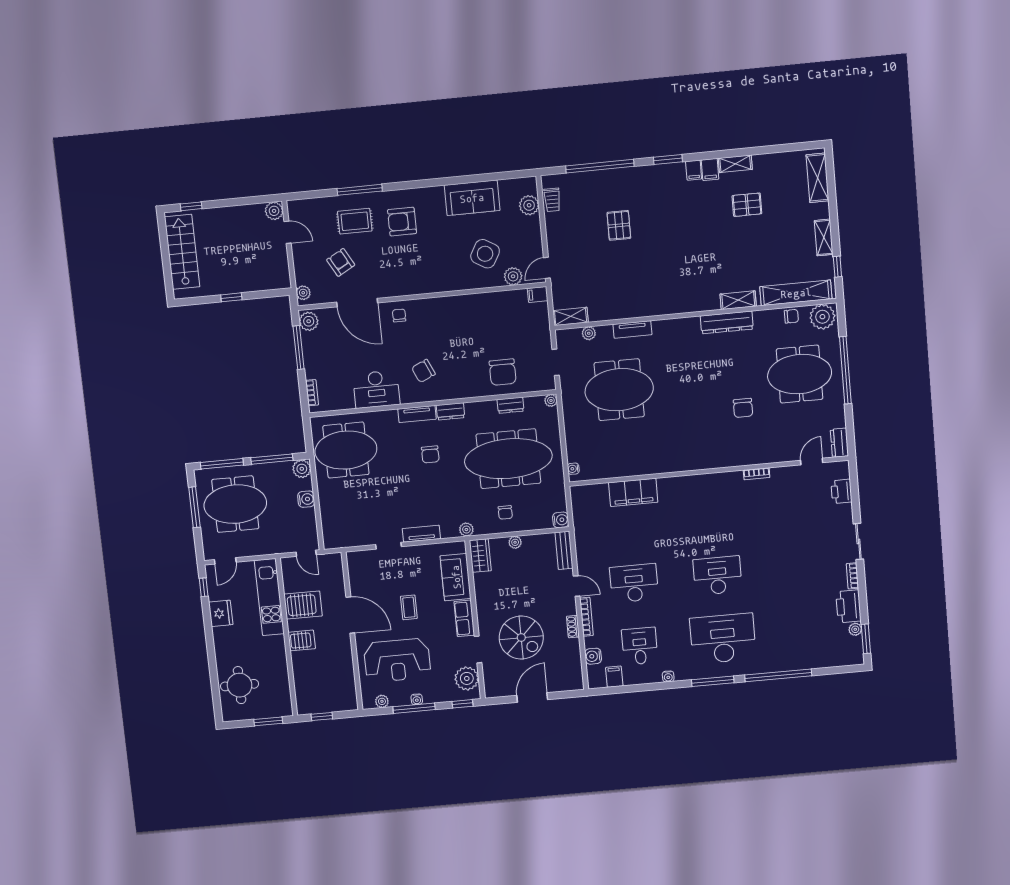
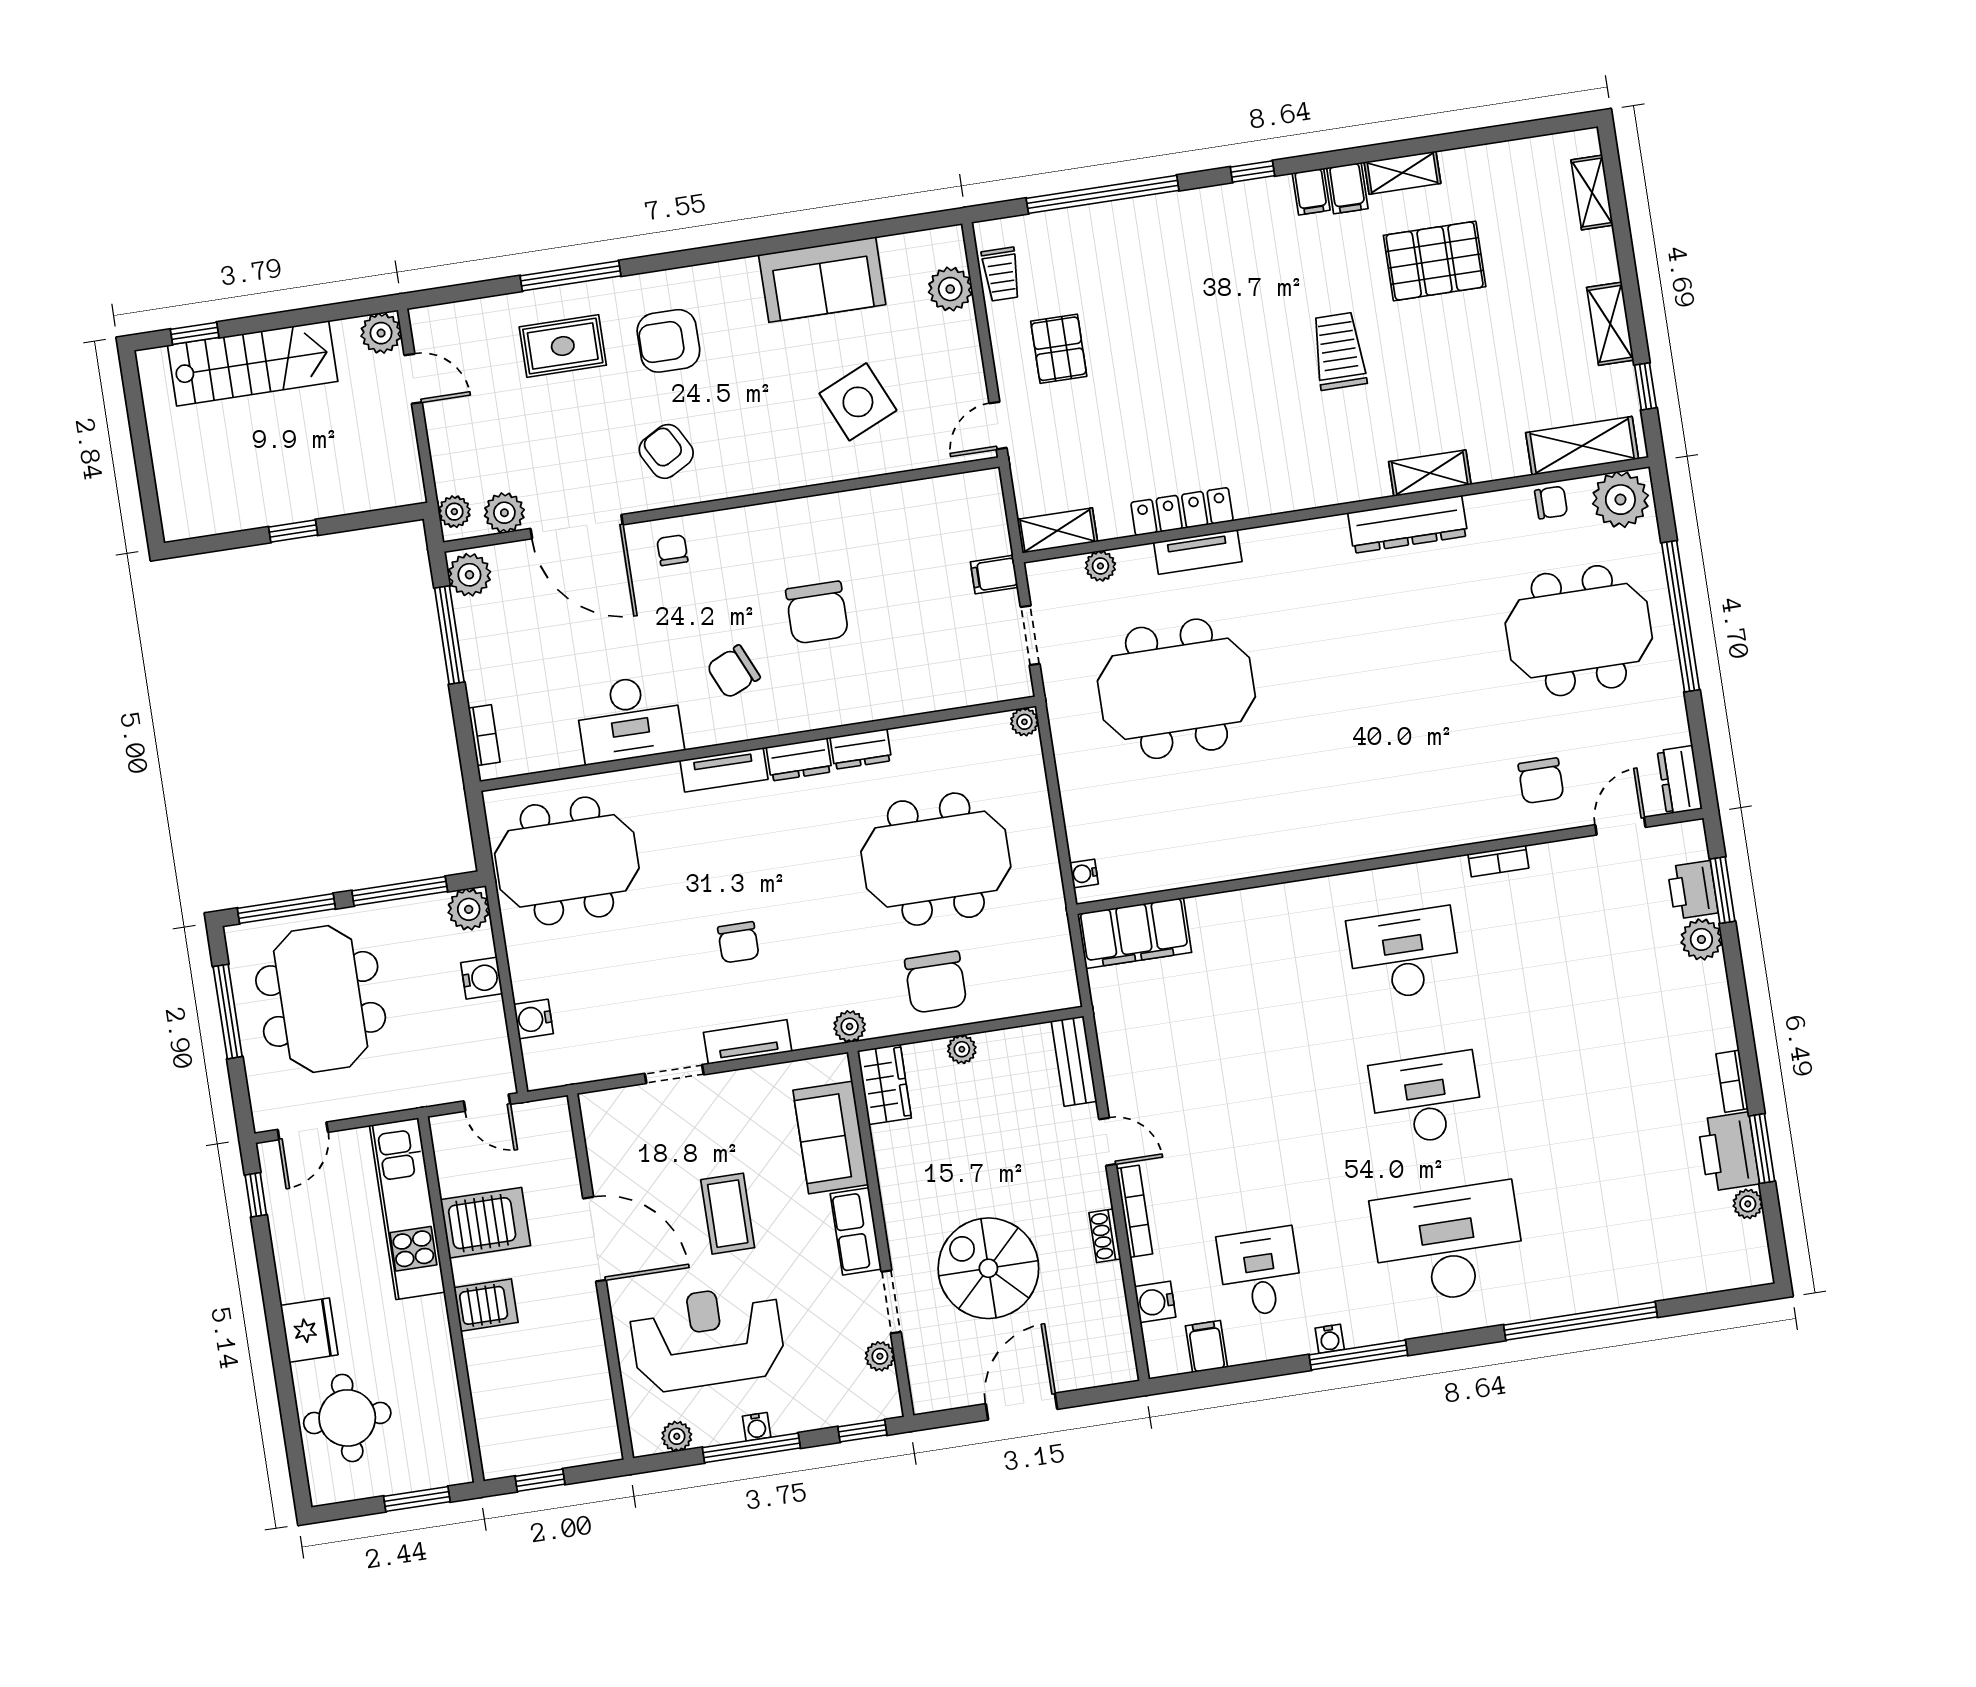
window: (668, 159) -> (1253, 171), width x0.67
shelving: (818, 178) -> (1592, 193), width x0.67, depth x0.75
pallet: (747, 205) -> (1435, 261), width x1.50, depth x1.42
pallet: (619, 225) -> (1059, 349), moved
trolley: (701, 243) -> (1339, 351), added
stairs: (182, 252) -> (253, 363), moved, turned 90
side table: (485, 254) -> (858, 402), turned 36
armchair: (341, 262) -> (666, 451), moved
plant: (513, 276) -> (504, 513), moved
shelving: (796, 293) -> (1582, 446), width x0.68
filing cabinet: (538, 294) -> (994, 575), moved
locker: (627, 311) -> (1182, 512), added
chair: (503, 372) -> (817, 613), moved
dresser: (510, 405) -> (861, 749), moved
chair: (743, 408) -> (1541, 781), moved
chair: (430, 454) -> (738, 942), moved
meeting table: (508, 459) -> (936, 859), width x0.73
filing cabinet: (633, 492) -> (1134, 933), moved
window: (855, 492) -> (1723, 890), added
meeting table: (235, 504) -> (321, 999), turned 90
chair: (505, 512) -> (936, 982), width x1.87, depth x1.87
plant: (844, 513) -> (1701, 939), added
water cooler: (561, 520) -> (533, 1019), moved, turned 180
sliding door: (858, 541) -> (1740, 1002), removed
desk: (634, 583) -> (1404, 954), moved
coffee table: (409, 607) -> (728, 1214), width x1.36, depth x1.30
fridge: (221, 613) -> (309, 1330), moved
spiral stairs: (521, 638) -> (988, 1268), turned 180
window: (866, 639) -> (1762, 1149), moved
reception desk: (397, 660) -> (707, 1338), turned 180
plant: (467, 678) -> (880, 1356), width x0.53, depth x0.53
window: (713, 681) -> (1358, 1355), moved

